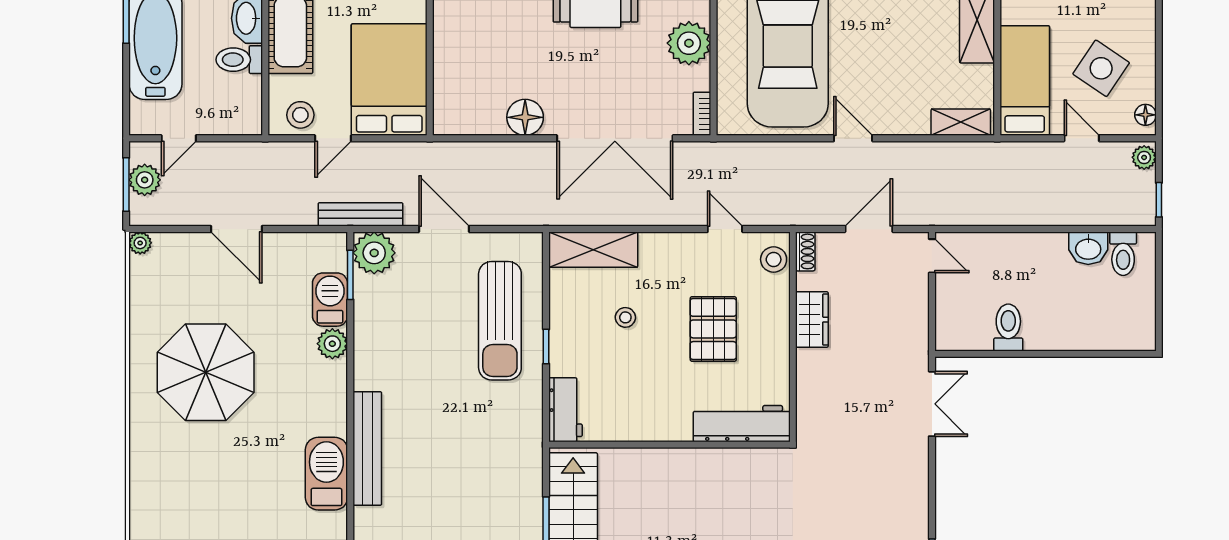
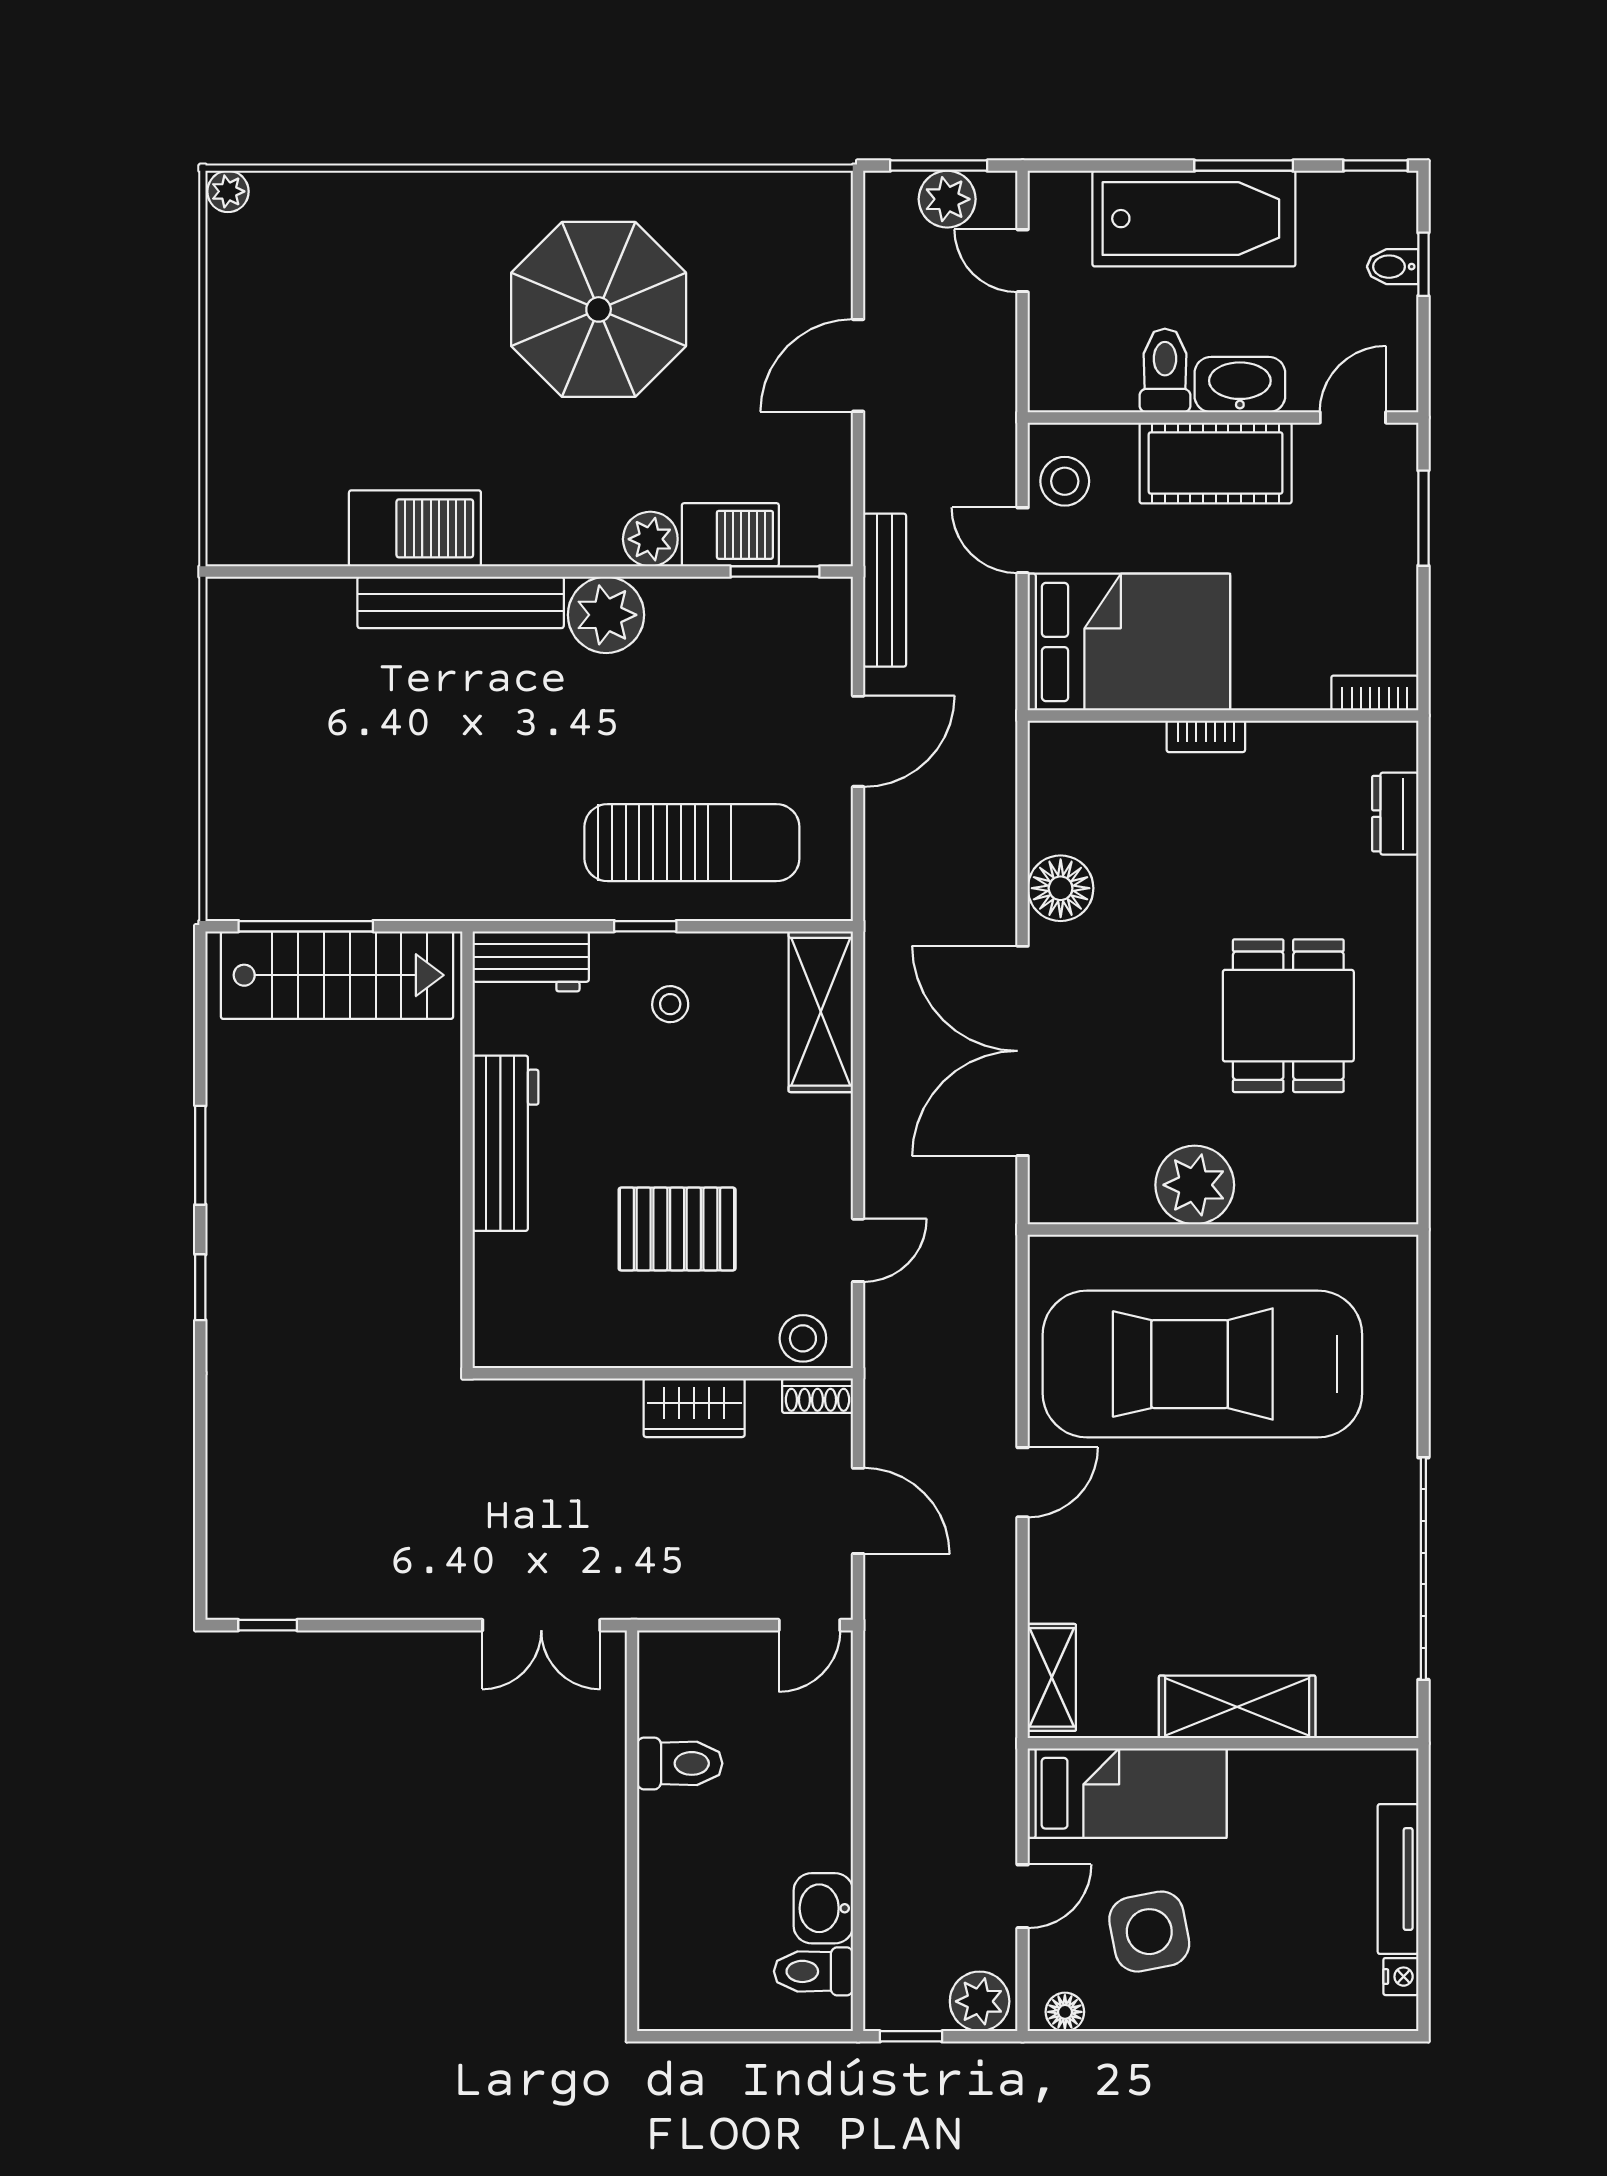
side table: (1101, 68) -> (1149, 1932), turned 45
bookcase: (702, 114) -> (1206, 736), moved, turned 180
plant: (1144, 157) -> (980, 2001), width x1.38, depth x1.38
plant: (140, 243) -> (833, 191), removed
plant: (374, 253) -> (606, 615), moved
stool: (625, 317) -> (670, 1004), moved
sun lounger: (500, 321) -> (692, 843), turned 180
workbench: (742, 424) -> (506, 1143), moved

